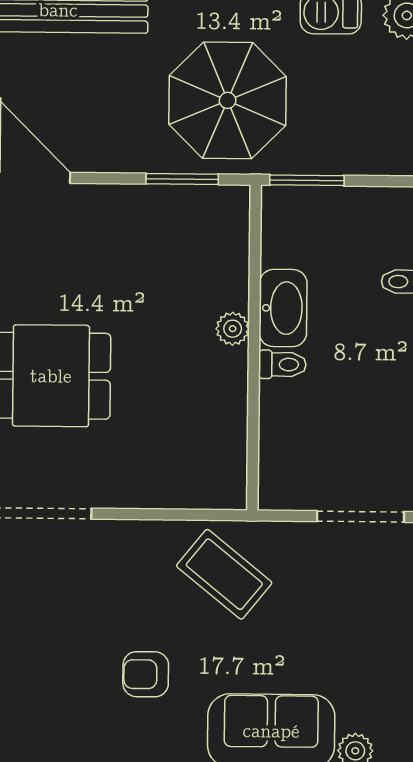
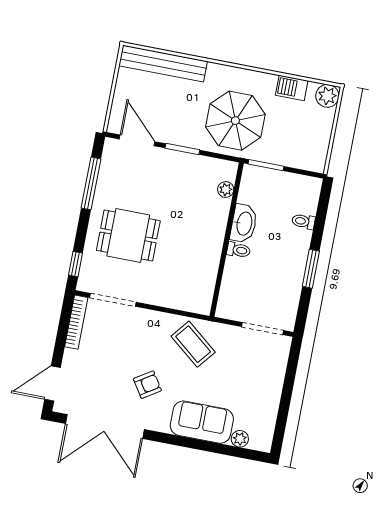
window: (182, 179) -> (182, 149), moved
plant: (233, 329) -> (226, 190), moved
armchair: (146, 674) -> (147, 385), turned 147

